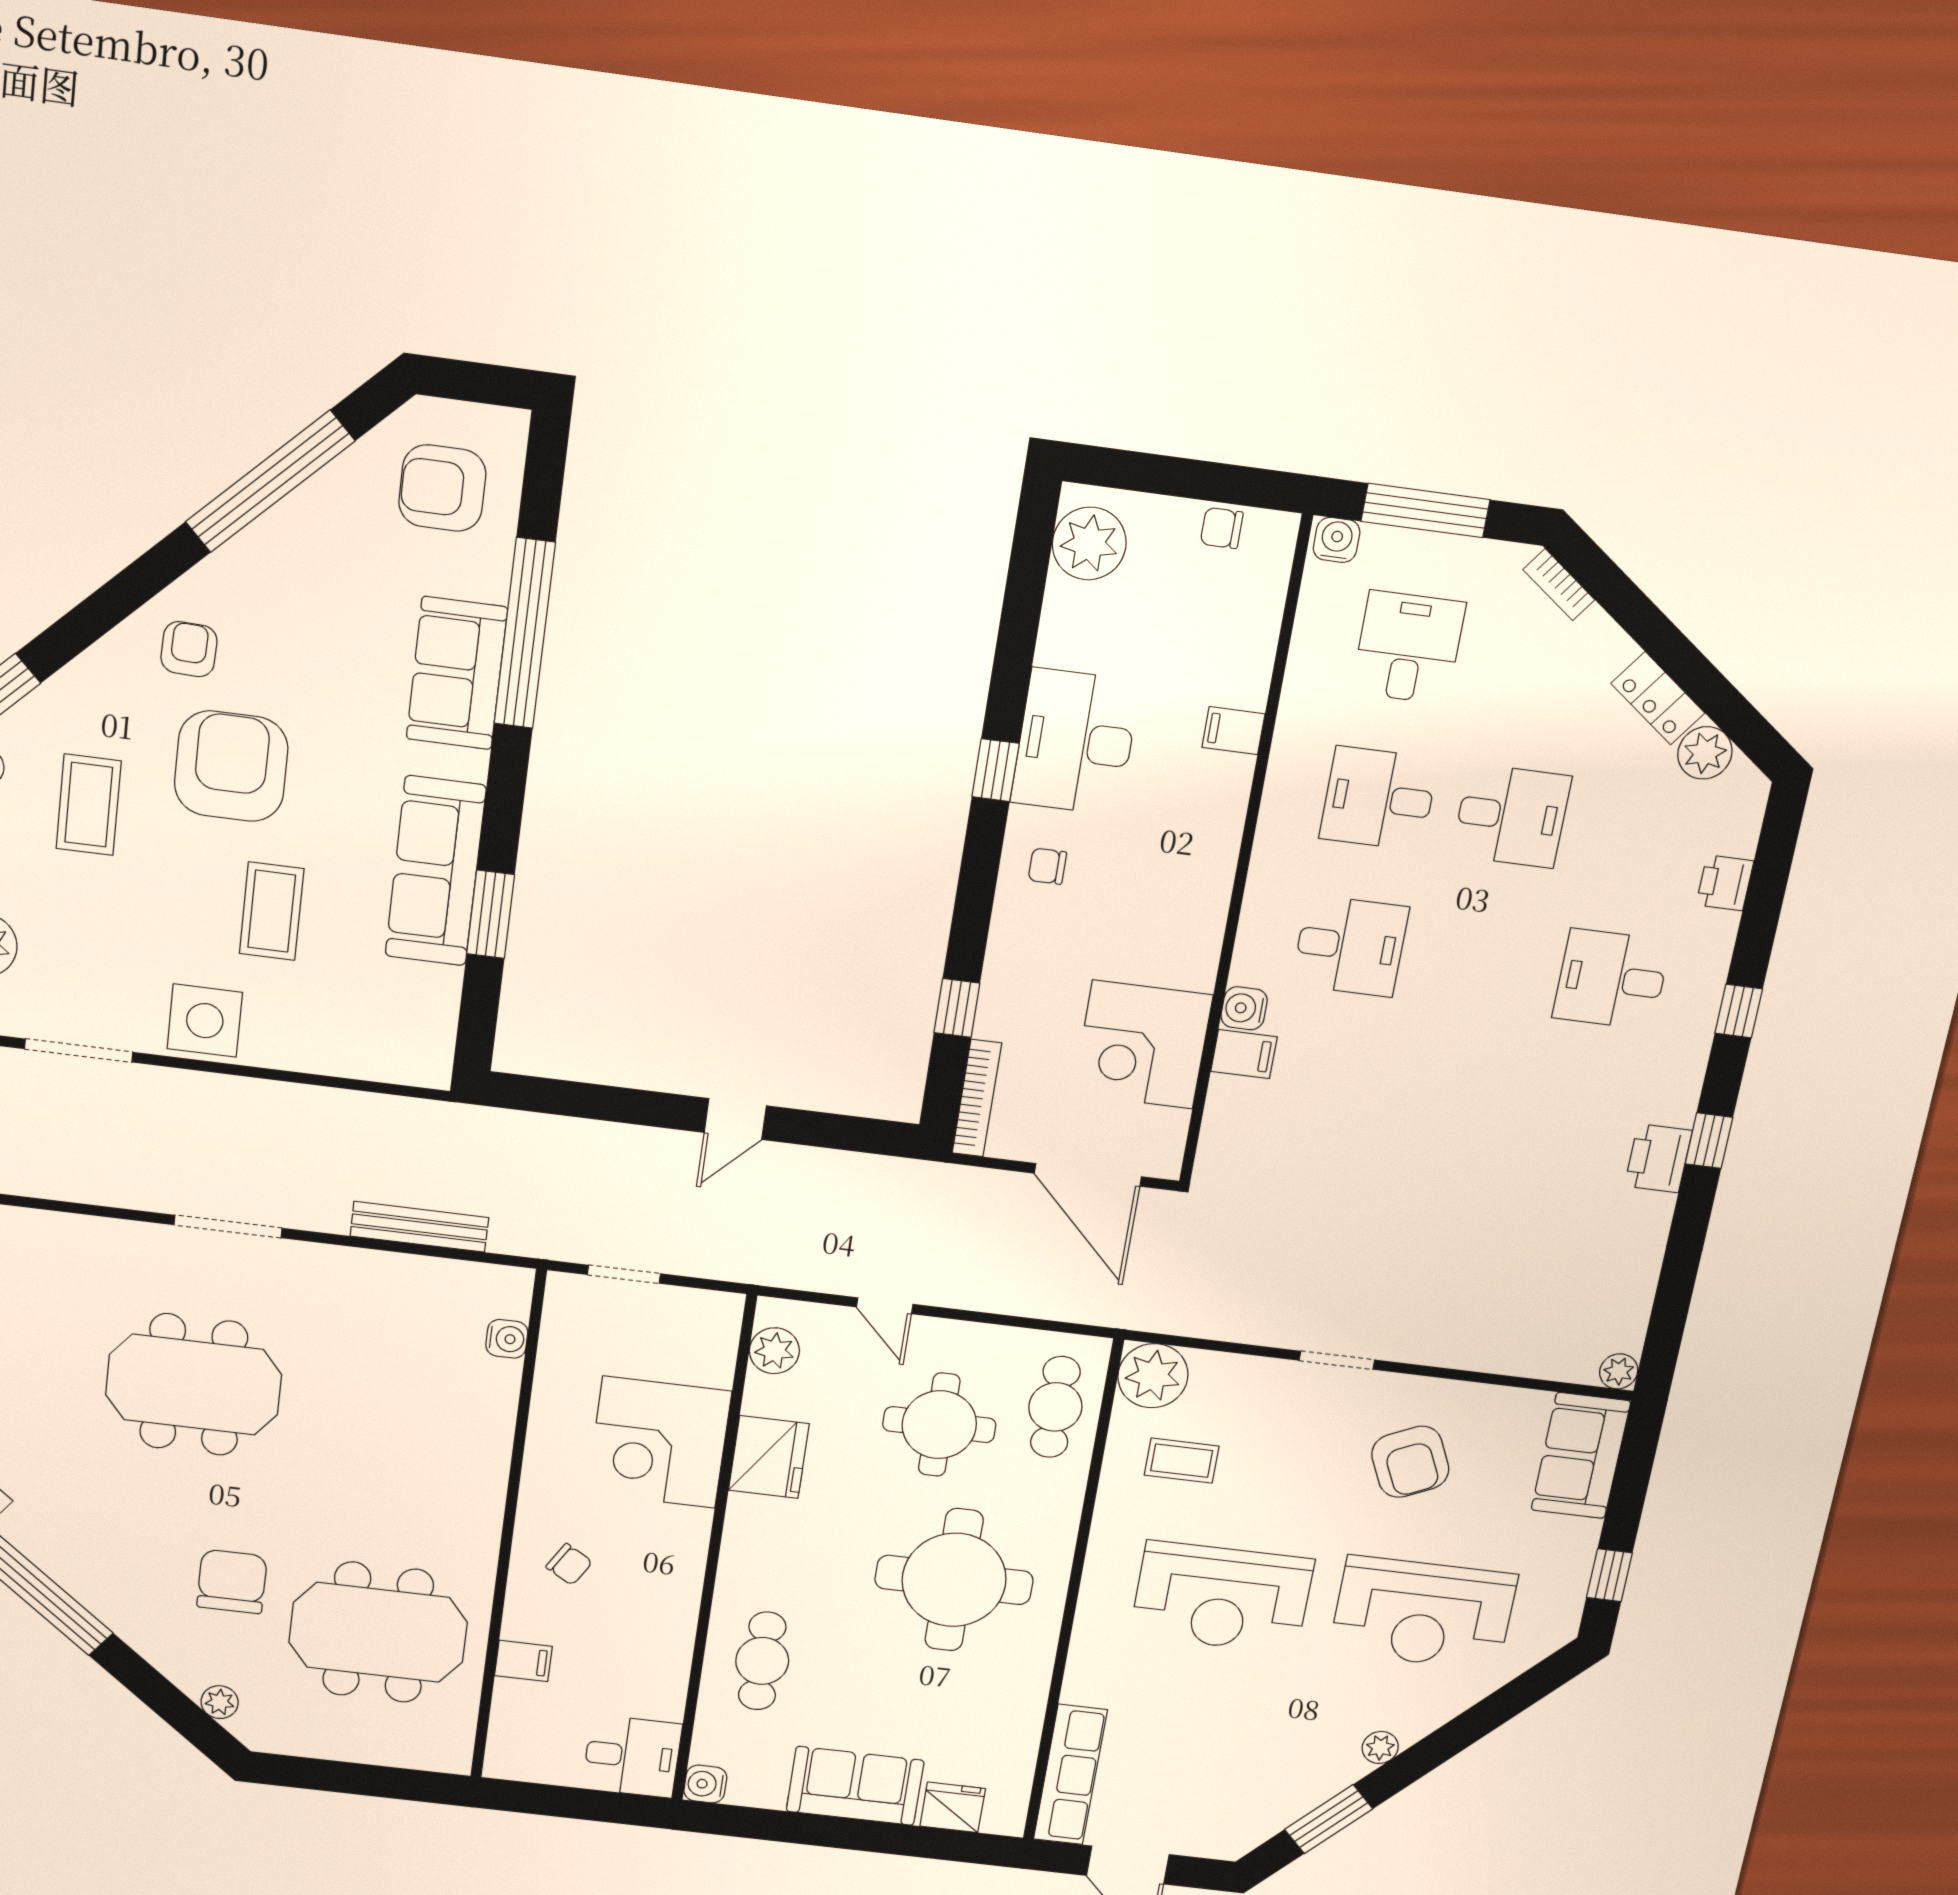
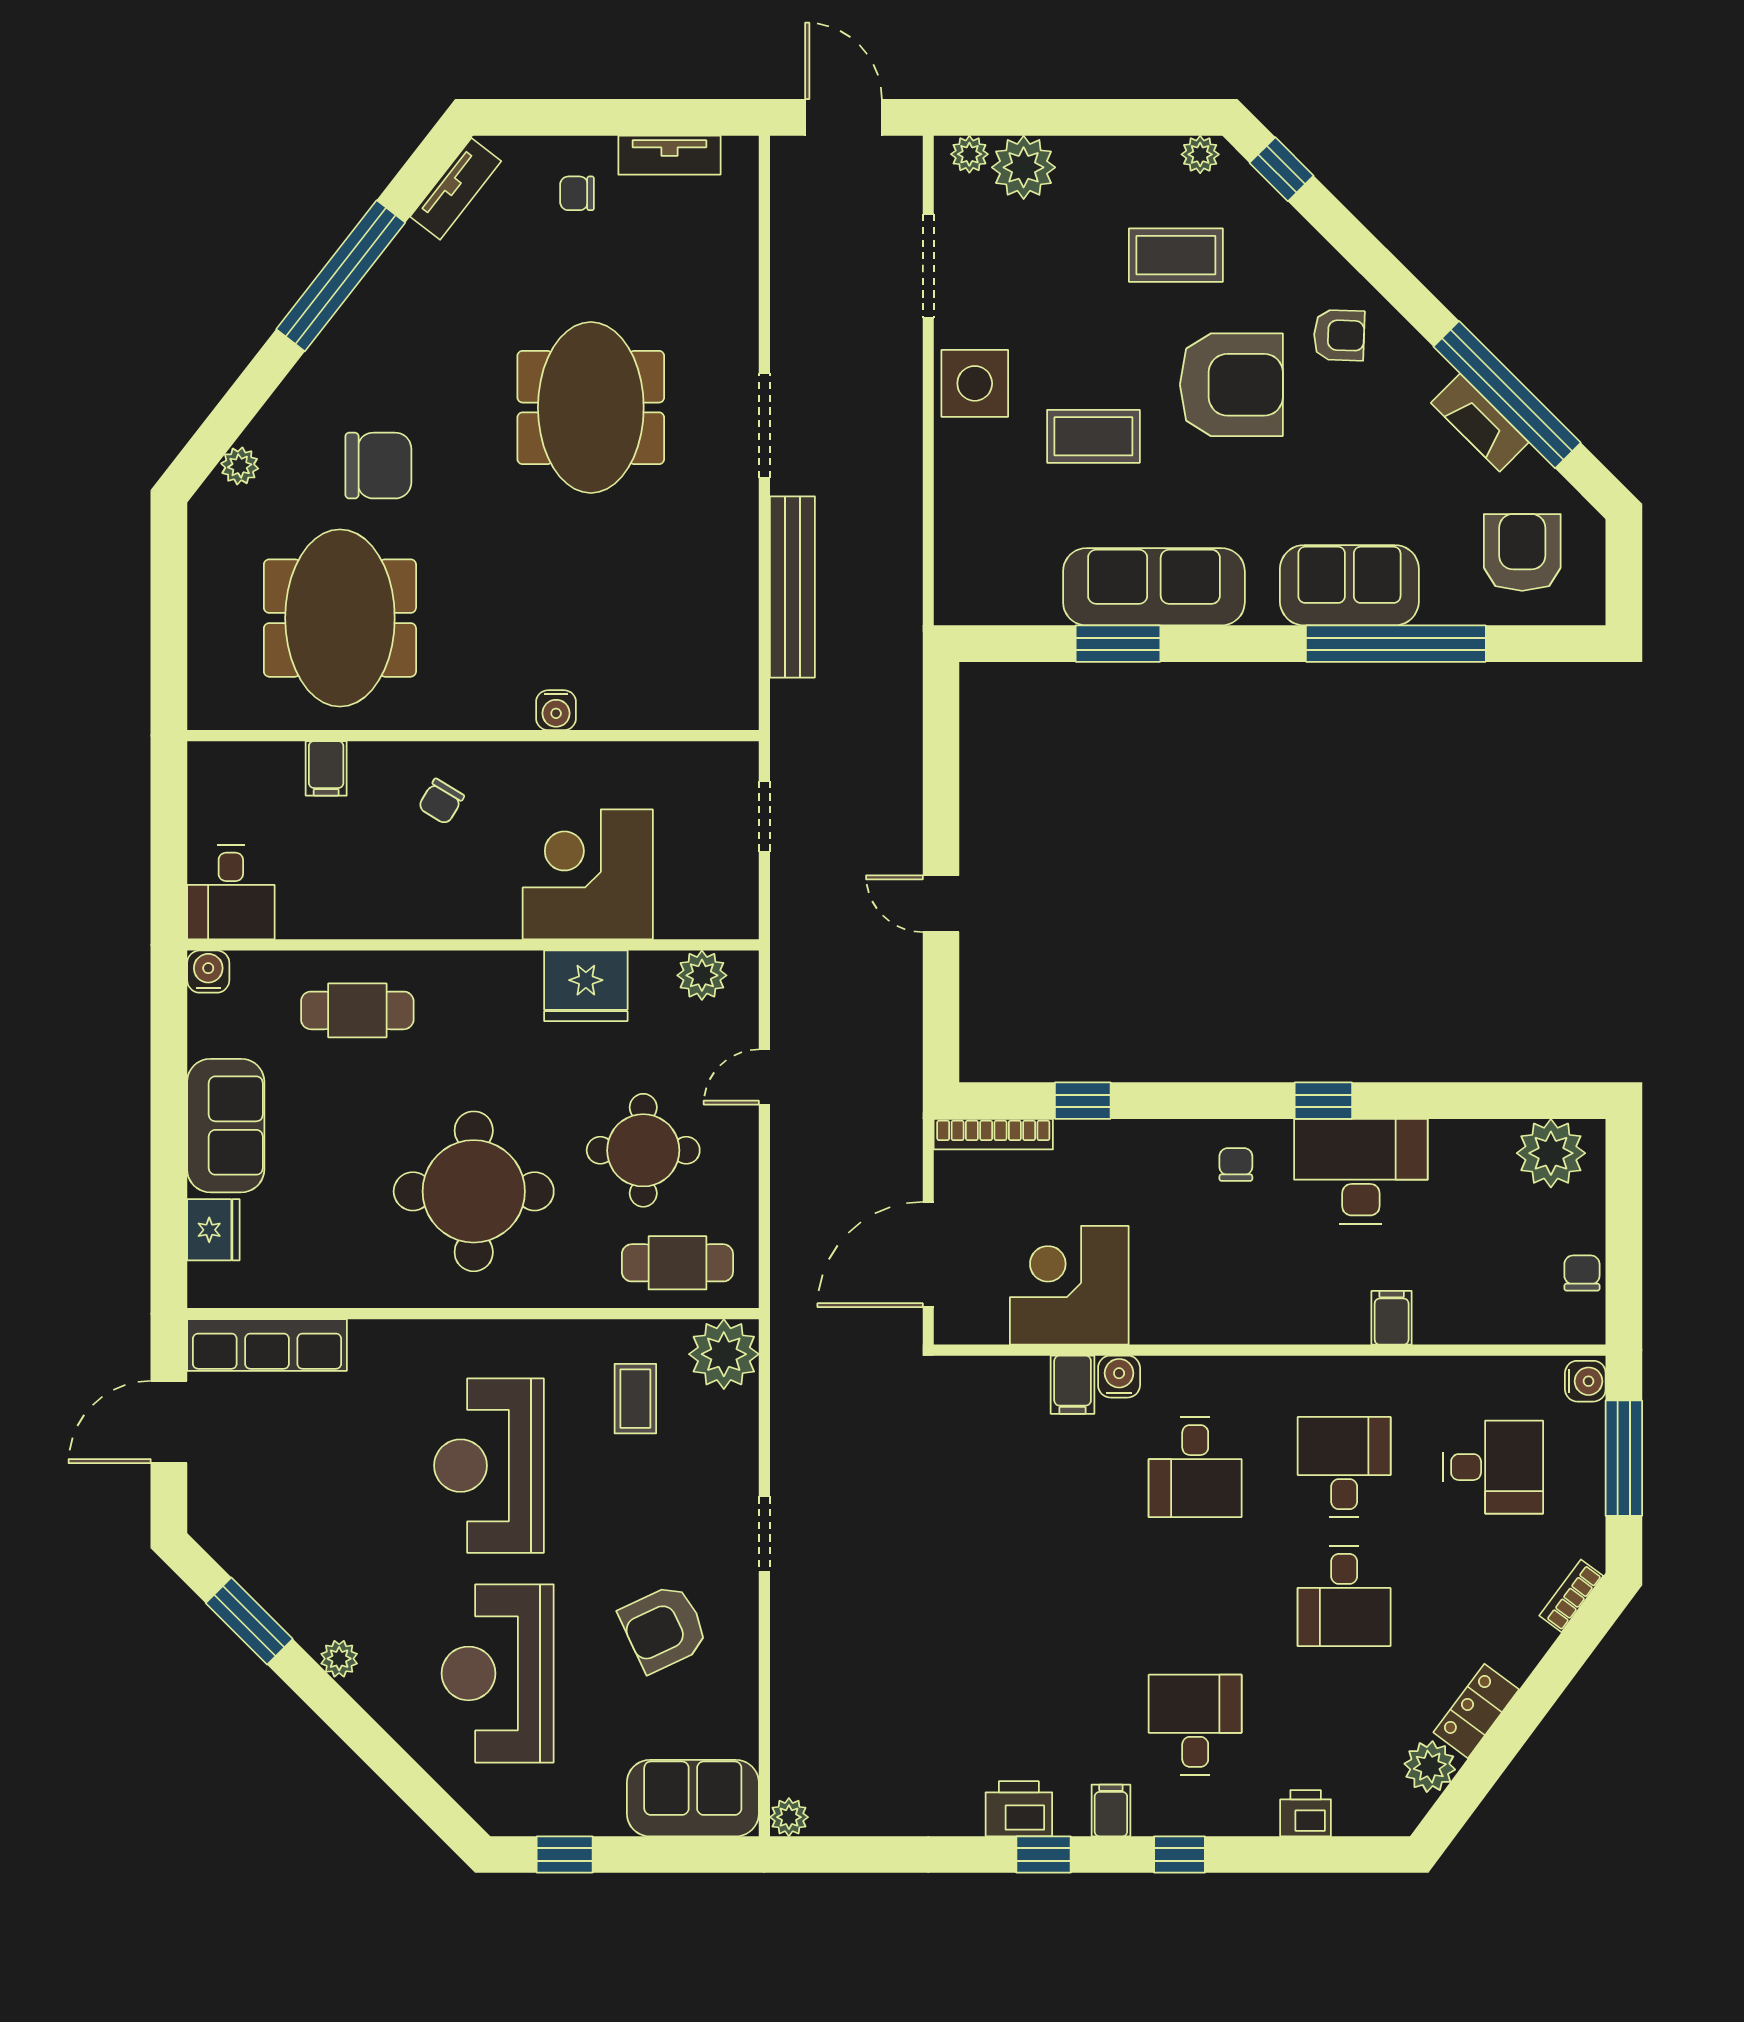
fireplace: (297, 514) -> (1480, 423), added
filing cabinet: (1680, 1071) -> (1111, 1810), added
bench: (419, 1227) -> (792, 587), width x1.37, depth x1.21
water cooler: (507, 1339) -> (556, 710), moved

